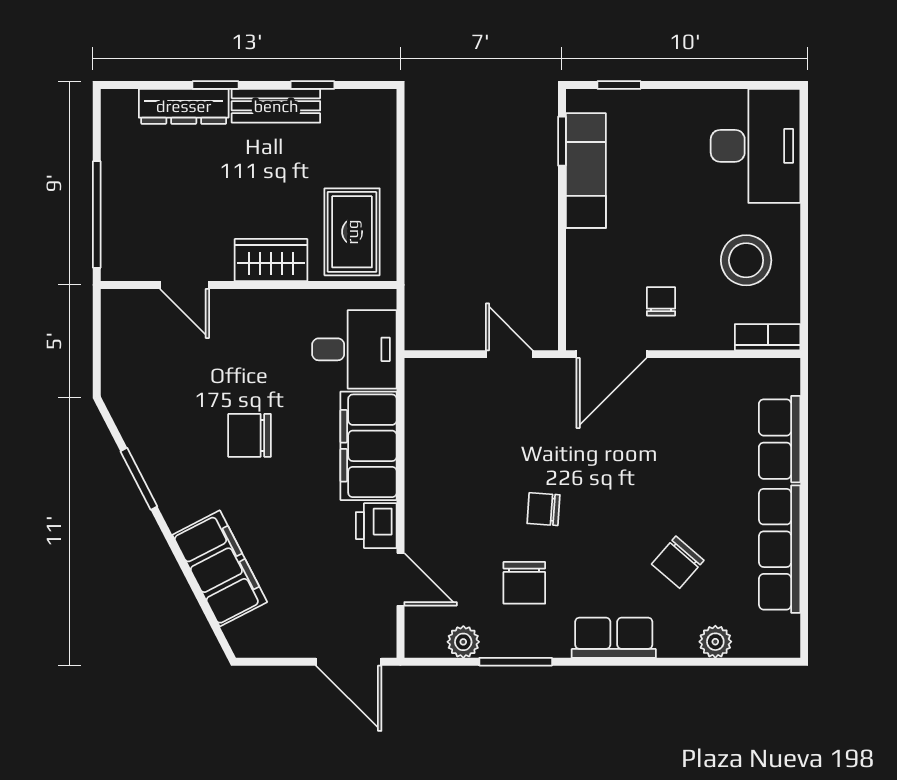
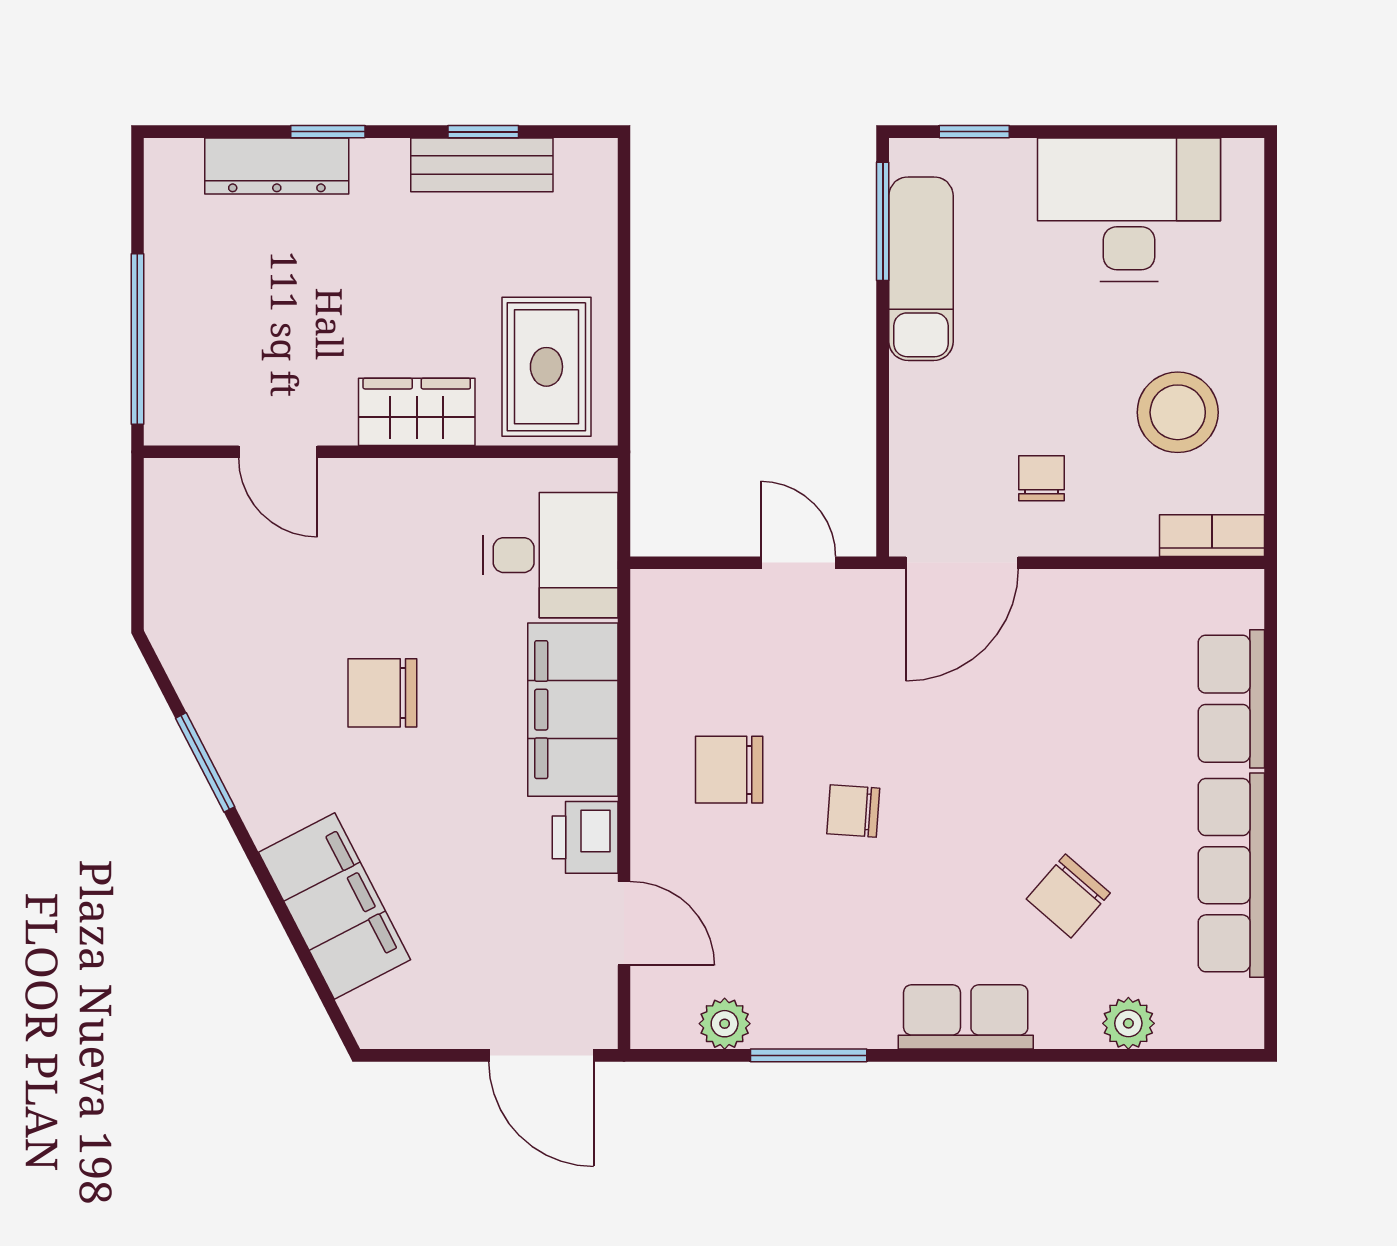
bench: (276, 106) -> (482, 165), moved
window: (562, 141) -> (883, 221), width x1.50
desk: (755, 146) -> (1129, 210), moved, turned -90
chair: (524, 583) -> (729, 770), moved, turned 90

